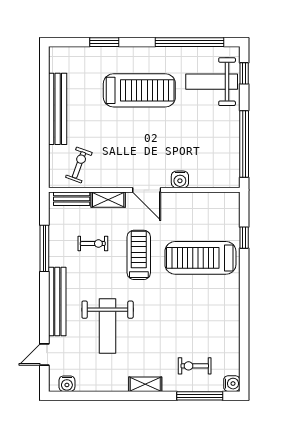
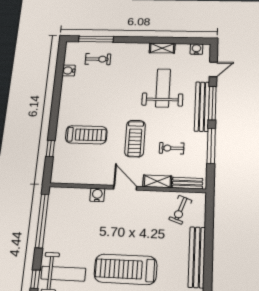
treadmill: (200, 258) -> (86, 135), width x0.73, depth x0.73
window: (44, 307) -> (212, 103), added
shelving: (145, 384) -> (162, 48), moved
water cooler: (232, 384) -> (69, 70), moved

